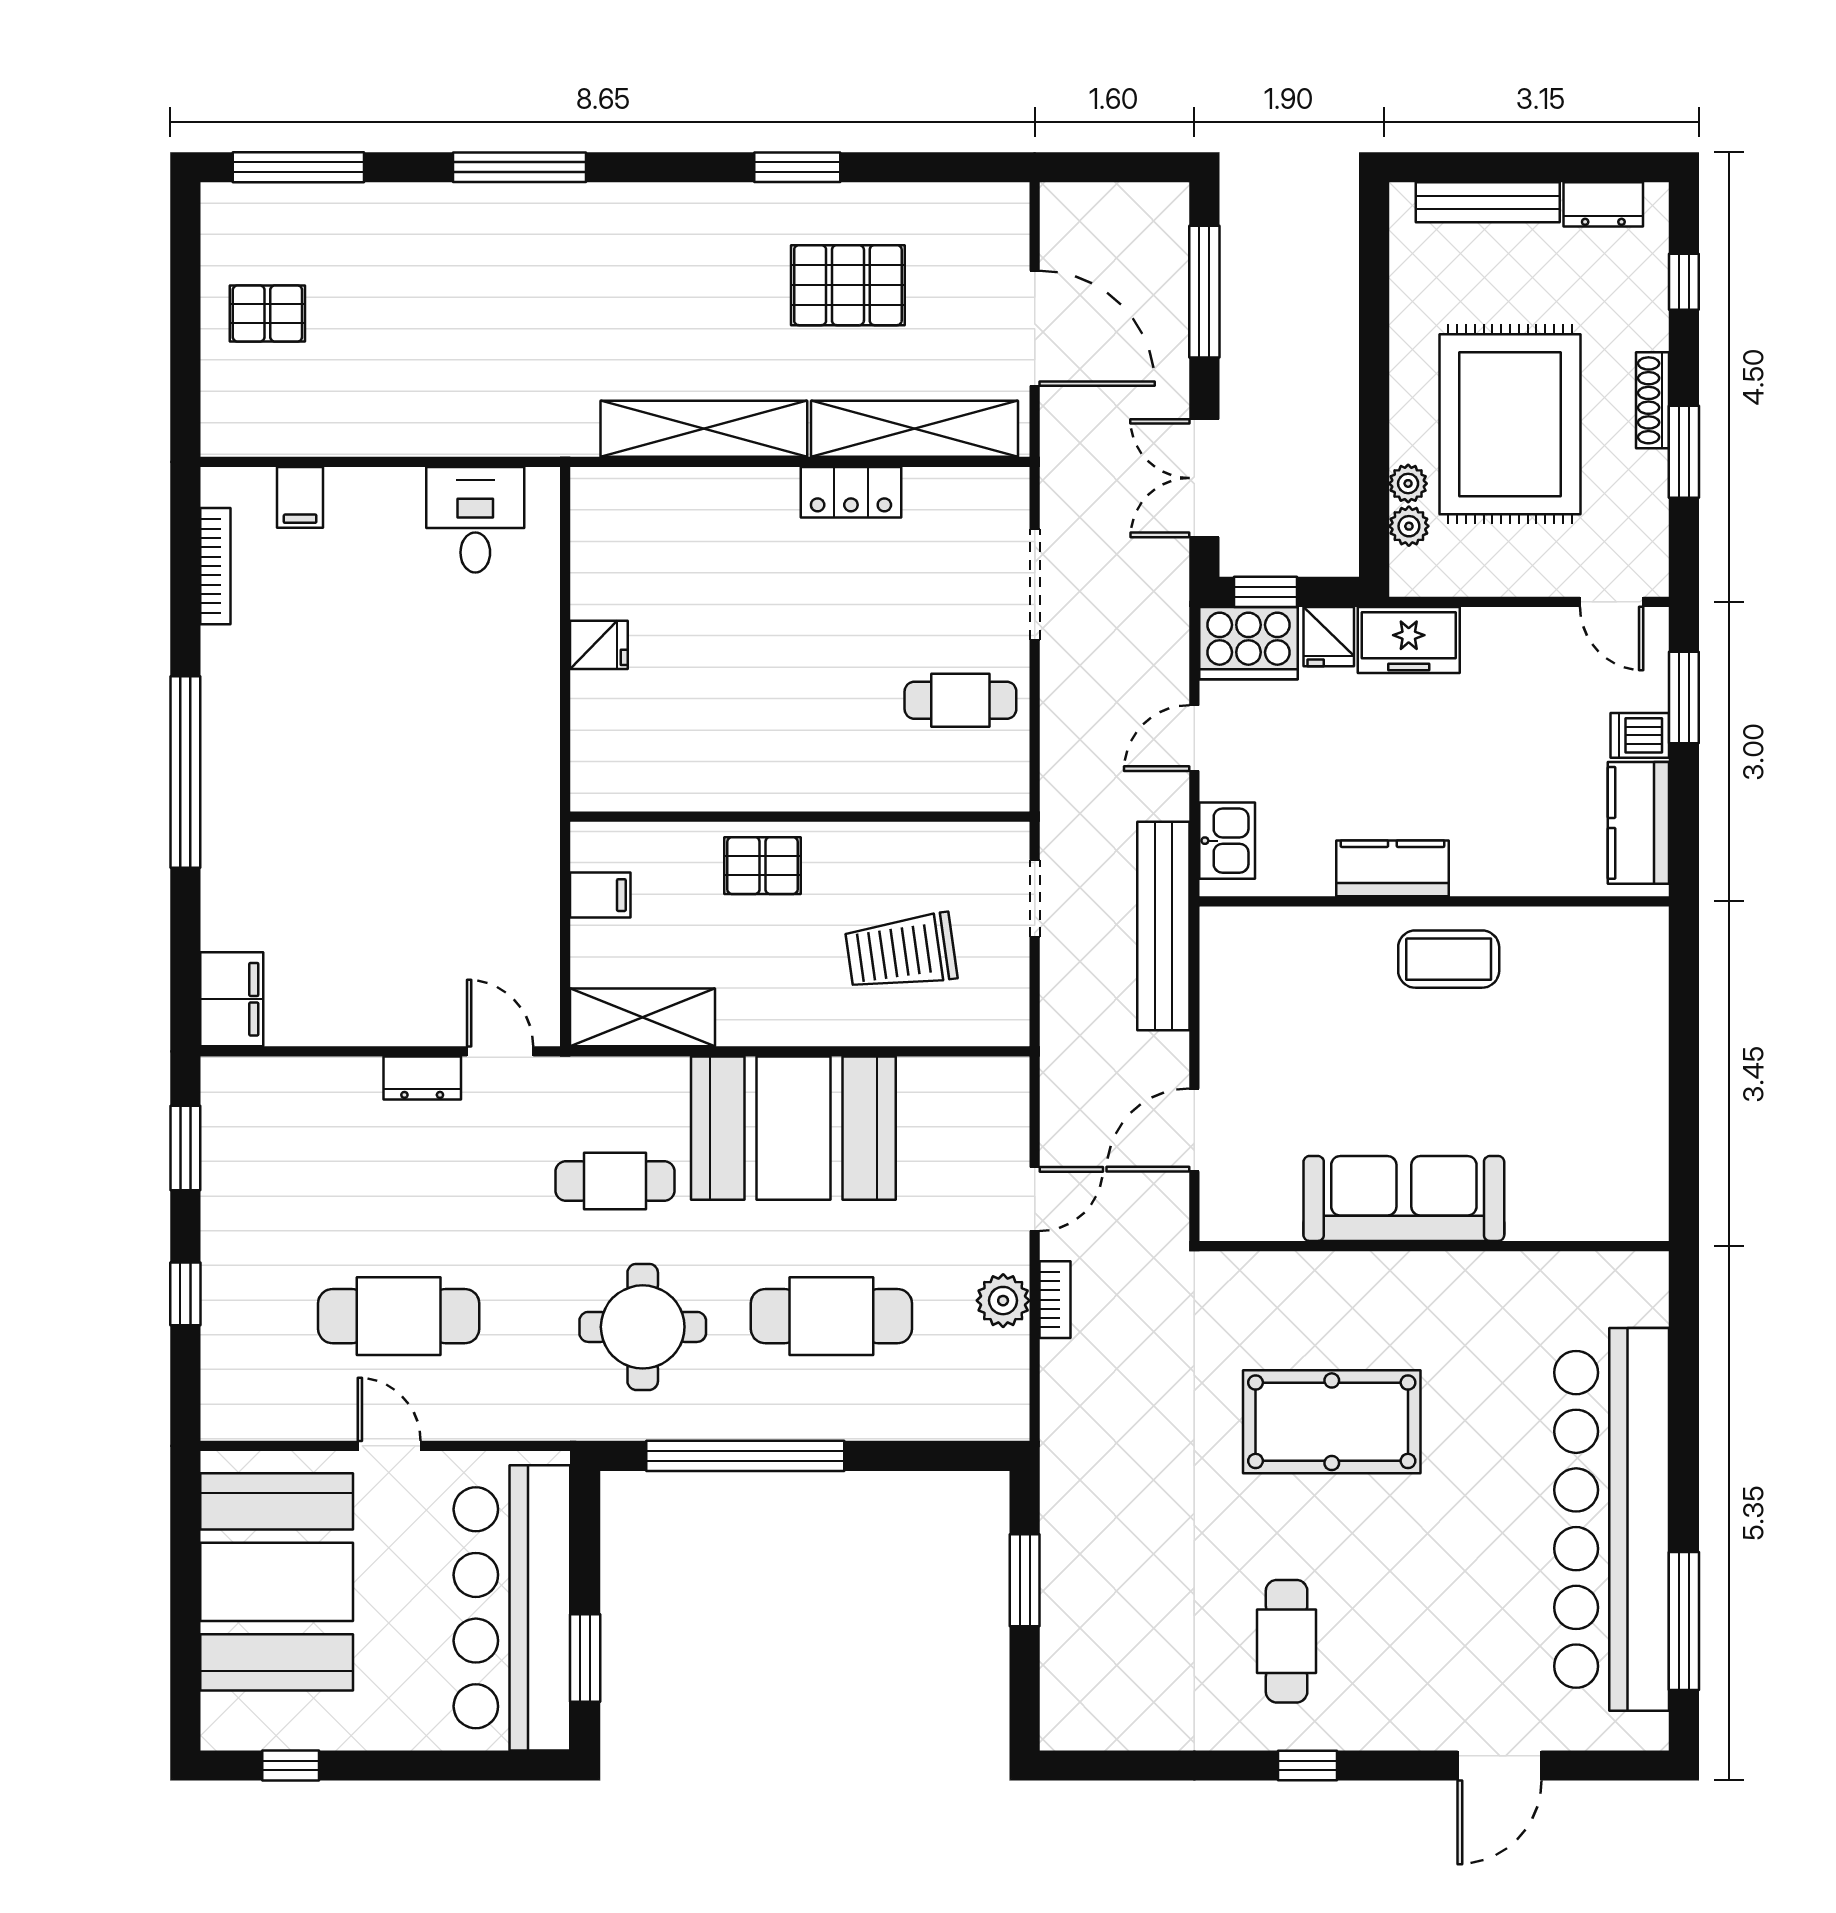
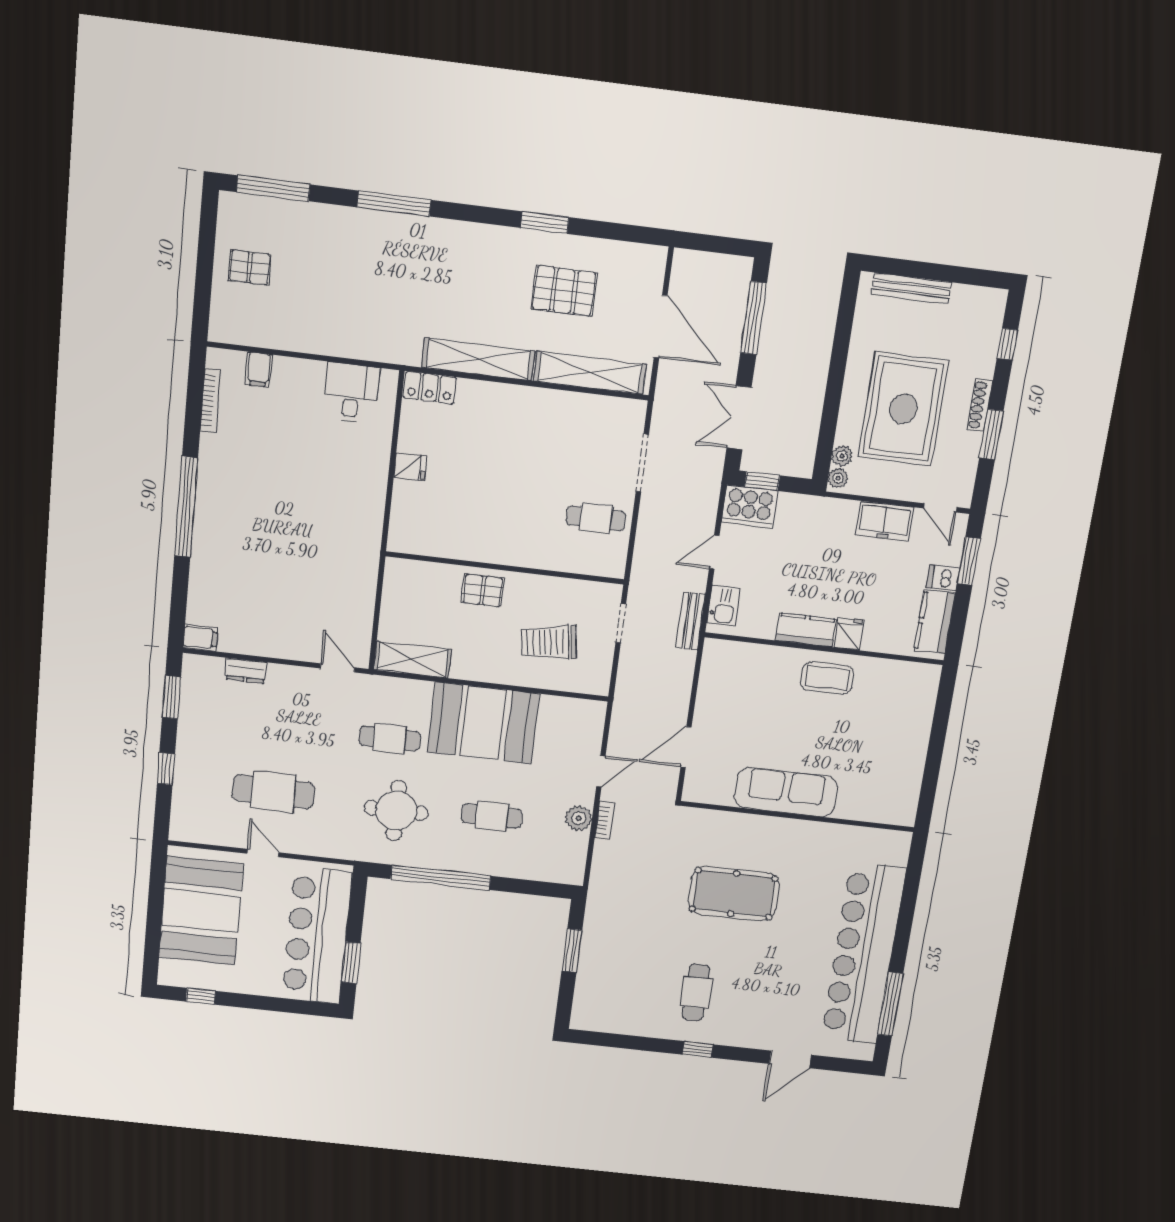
dresser: (1603, 204) -> (972, 297), removed
plant: (1408, 483) -> (838, 478), moved
locker: (851, 492) -> (430, 388), moved
fridge: (1329, 637) -> (849, 634), moved, turned 180
freezer: (1409, 640) -> (885, 521), moved
filing cabinet: (600, 895) -> (397, 596), removed
bench: (1163, 926) -> (691, 621), width x0.54, depth x0.82
filing cabinet: (232, 999) -> (200, 638), width x0.50
dresser: (422, 1078) -> (246, 671), moved
cafe table: (831, 1316) -> (492, 816), width x0.73, depth x0.74

